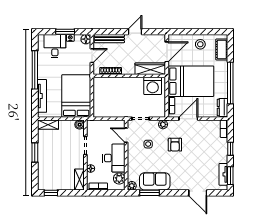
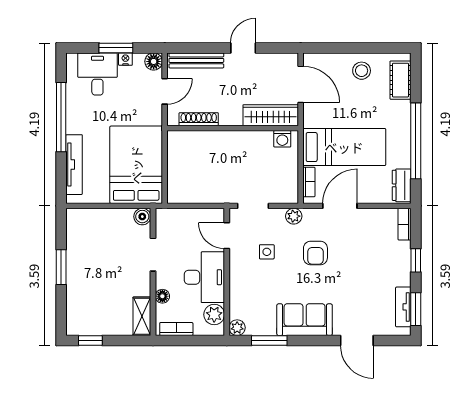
door: (167, 52) -> (301, 84), hinge flipped
bed: (191, 81) -> (344, 147), width x0.67
washing machine: (153, 86) -> (282, 139), width x0.53, depth x0.53
shelving: (48, 125) -> (85, 217), removed
sofa: (155, 181) -> (305, 320), moved

